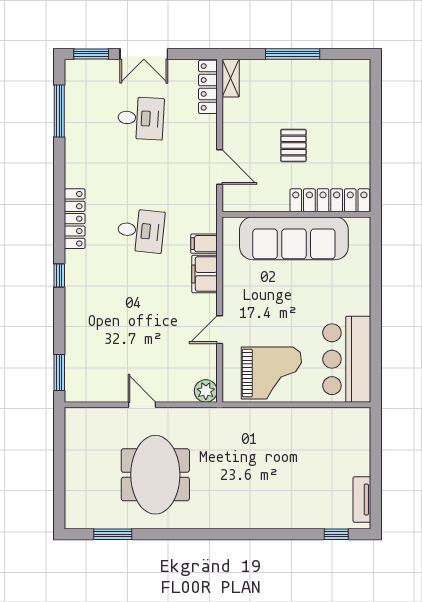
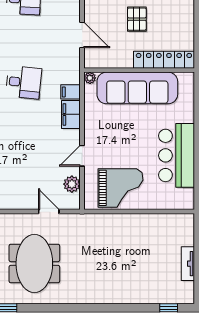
plant: (230, 225) -> (90, 78), added
bar counter: (347, 359) -> (176, 155), moved
plant: (206, 391) -> (72, 184), moved
door: (142, 405) -> (49, 212), moved
tv unit: (362, 500) -> (188, 264), moved

